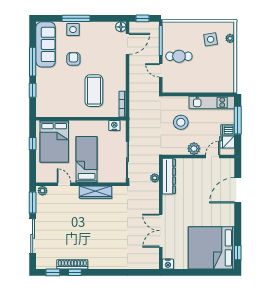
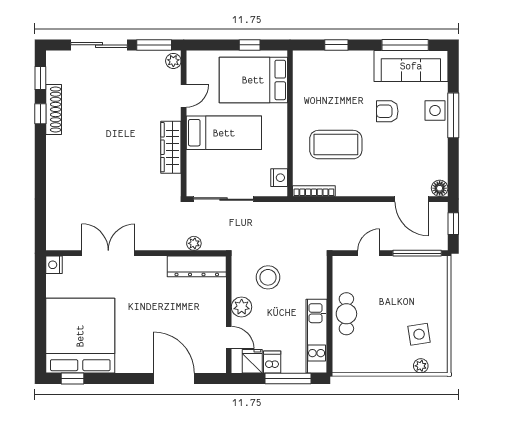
cafe table: (179, 56) -> (346, 314), moved
armchair: (73, 59) -> (387, 111), turned 180
window: (33, 62) -> (405, 45), moved
stool: (181, 122) -> (268, 277), moved

